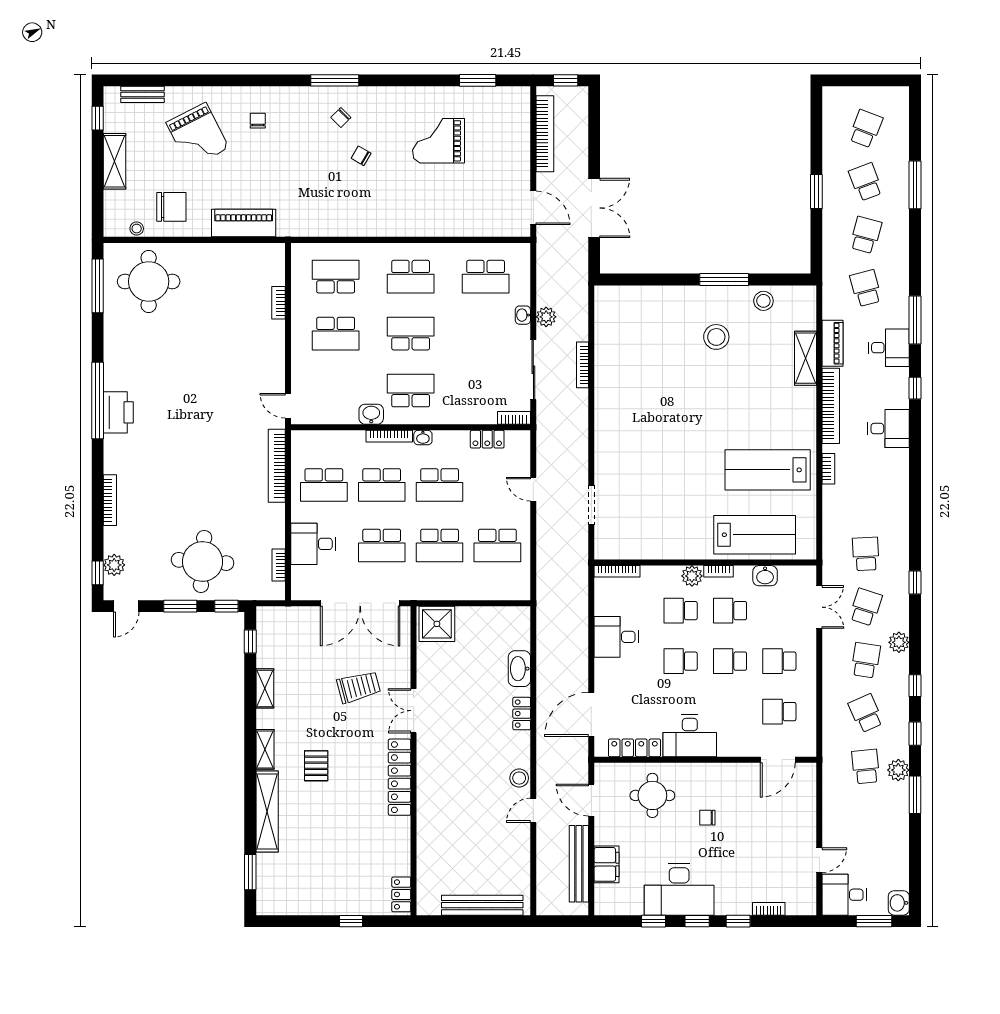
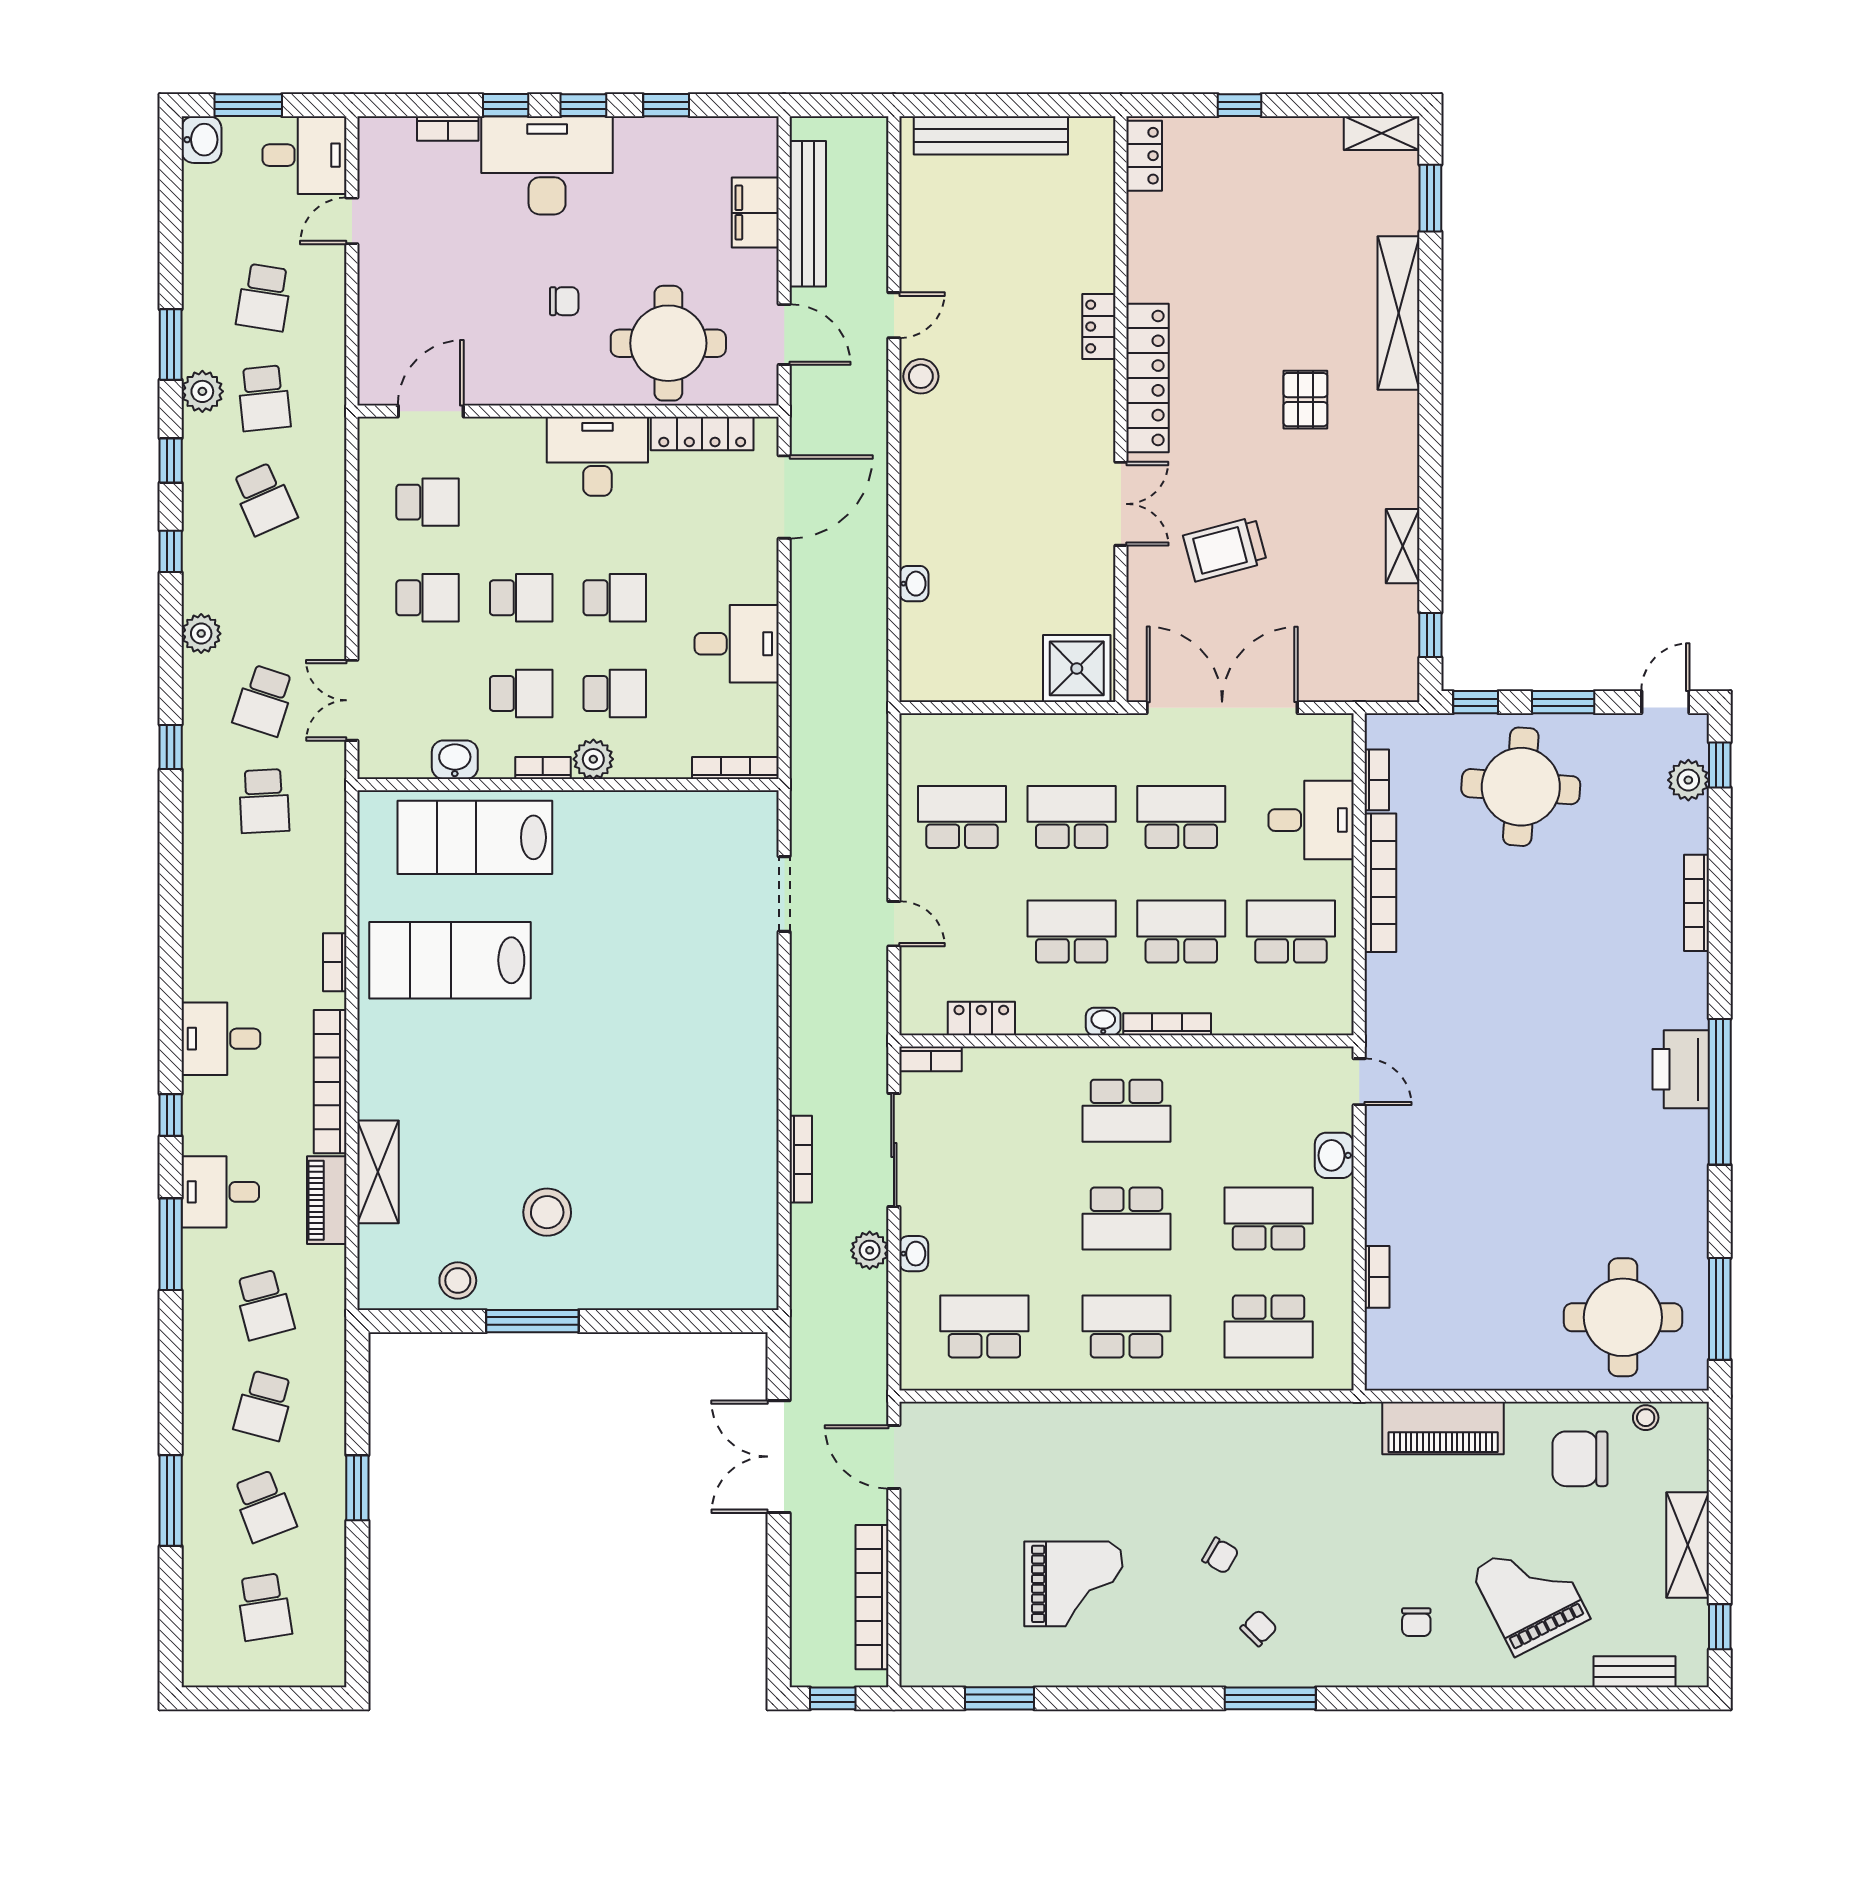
school desk: (866, 129) -> (264, 1607), turned -30
washbasin: (371, 414) -> (1334, 1155), moved, turned 90
bookcase: (277, 466) -> (1380, 883), moved
lab bench: (768, 470) -> (450, 960), turned 180
school desk: (866, 660) -> (264, 297), moved
washbasin: (519, 669) -> (914, 584), width x0.52, depth x0.69
locker: (522, 714) -> (1099, 326), moved, turned 180
shelving: (265, 749) -> (1382, 133), moved, turned 90
round table: (652, 795) -> (668, 343), width x1.36, depth x1.36
desk: (679, 889) -> (547, 165), moved

